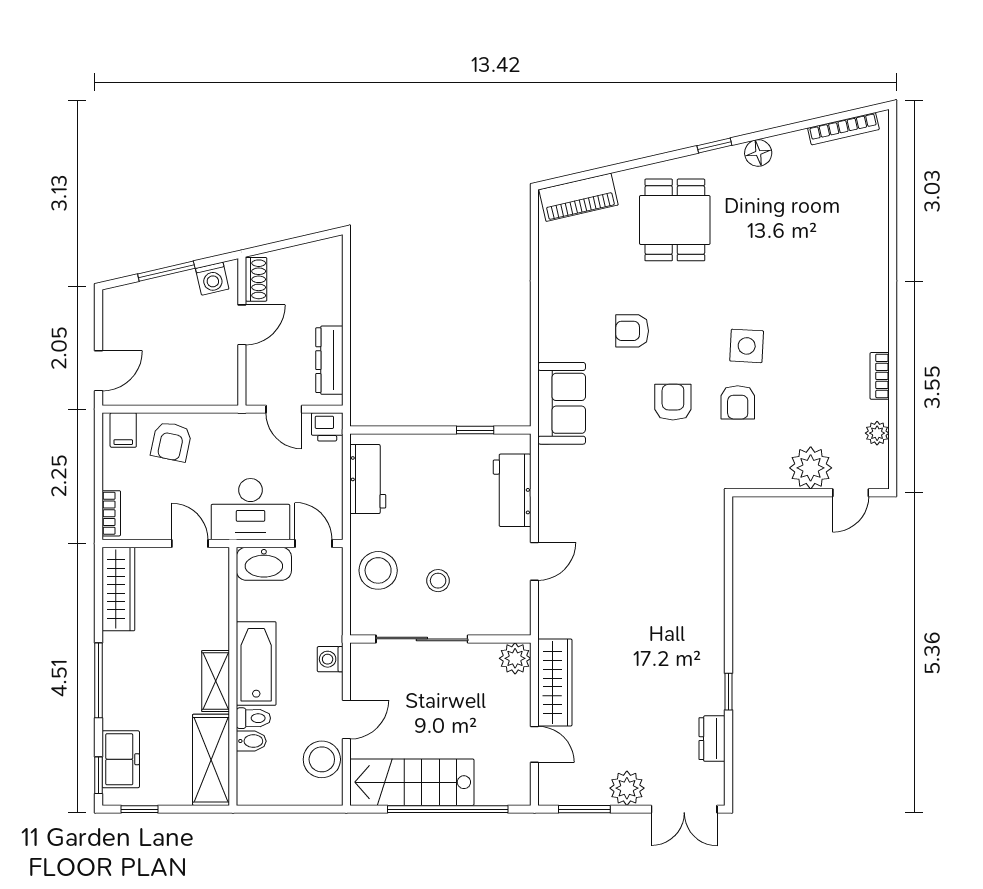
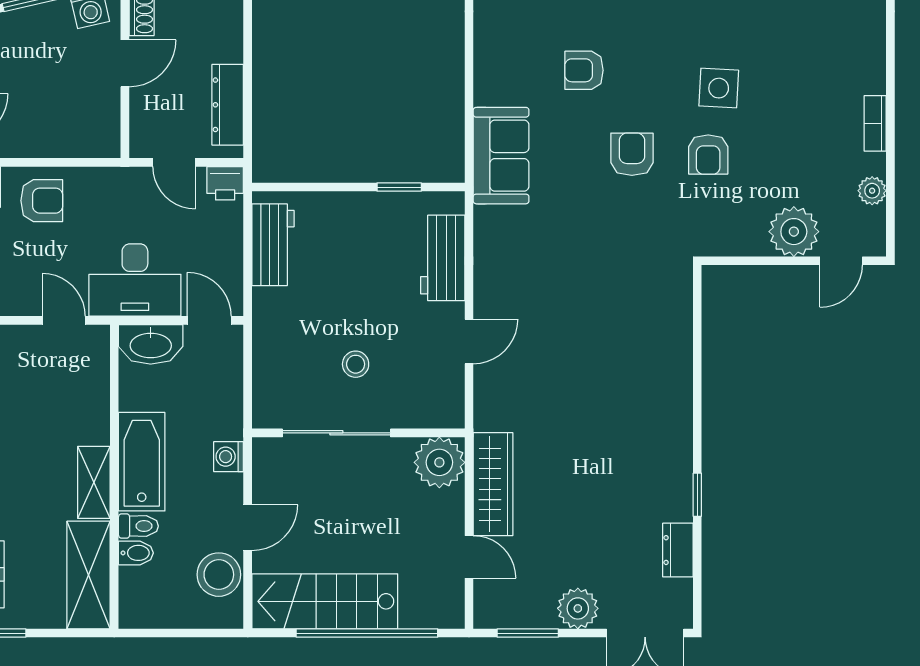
armchair: (171, 442) -> (42, 201), turned -102
stool: (378, 570) -> (285, 352), removed
plant: (515, 658) -> (439, 462), width x1.36, depth x1.36

